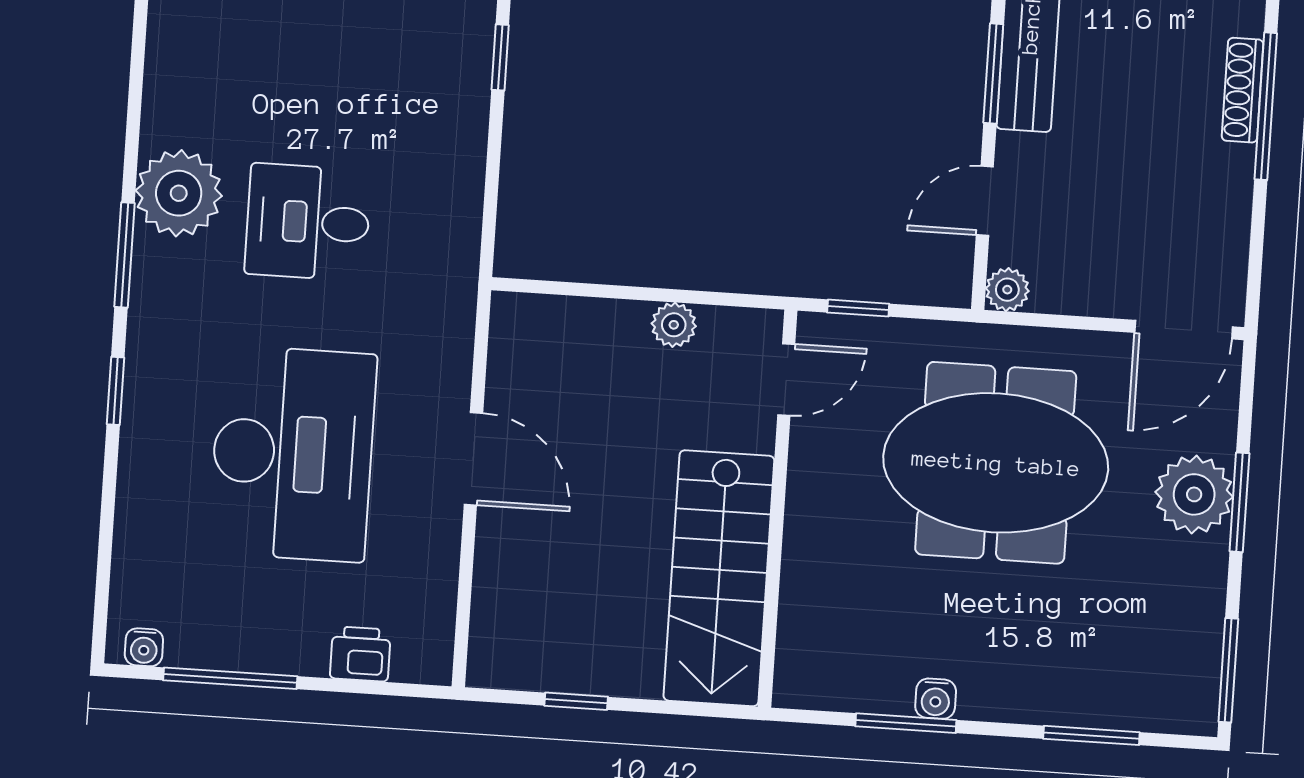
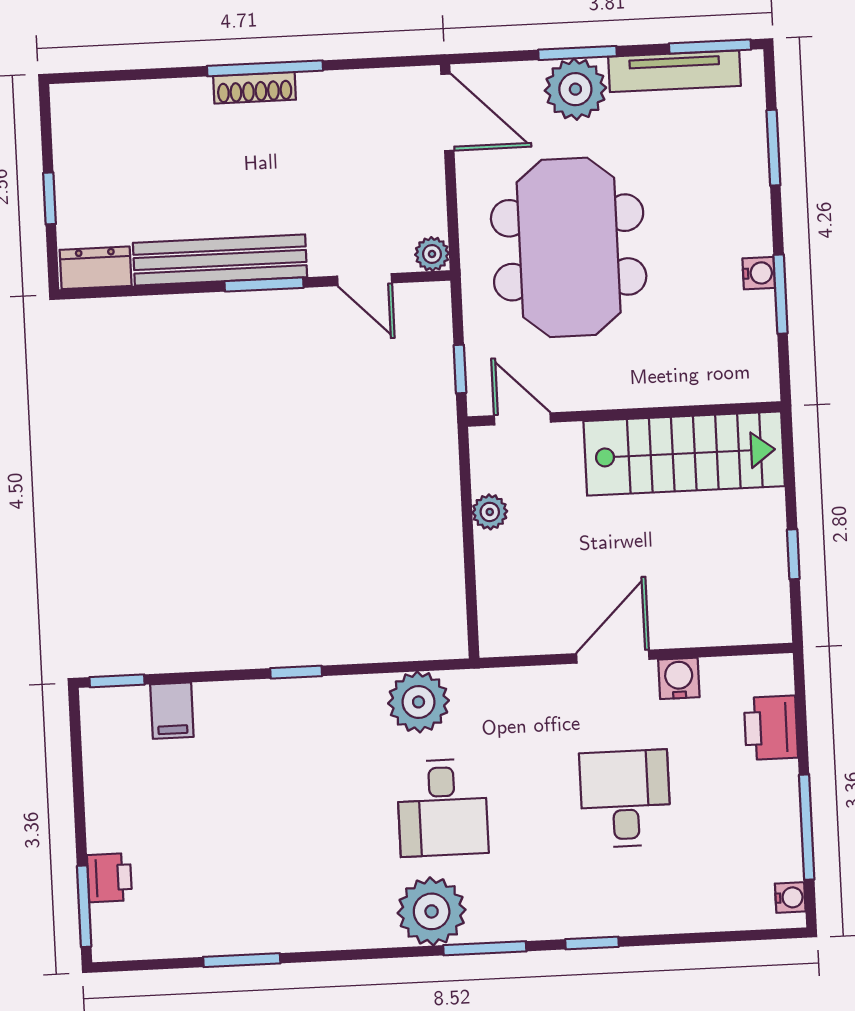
plant: (445, 207) -> (419, 702), added
desk: (293, 454) -> (625, 799), width x0.53, depth x0.77
water cooler: (436, 539) -> (679, 678), added
tv unit: (1202, 622) -> (675, 71), added
printer: (360, 654) -> (771, 728), width x1.36, depth x1.24

